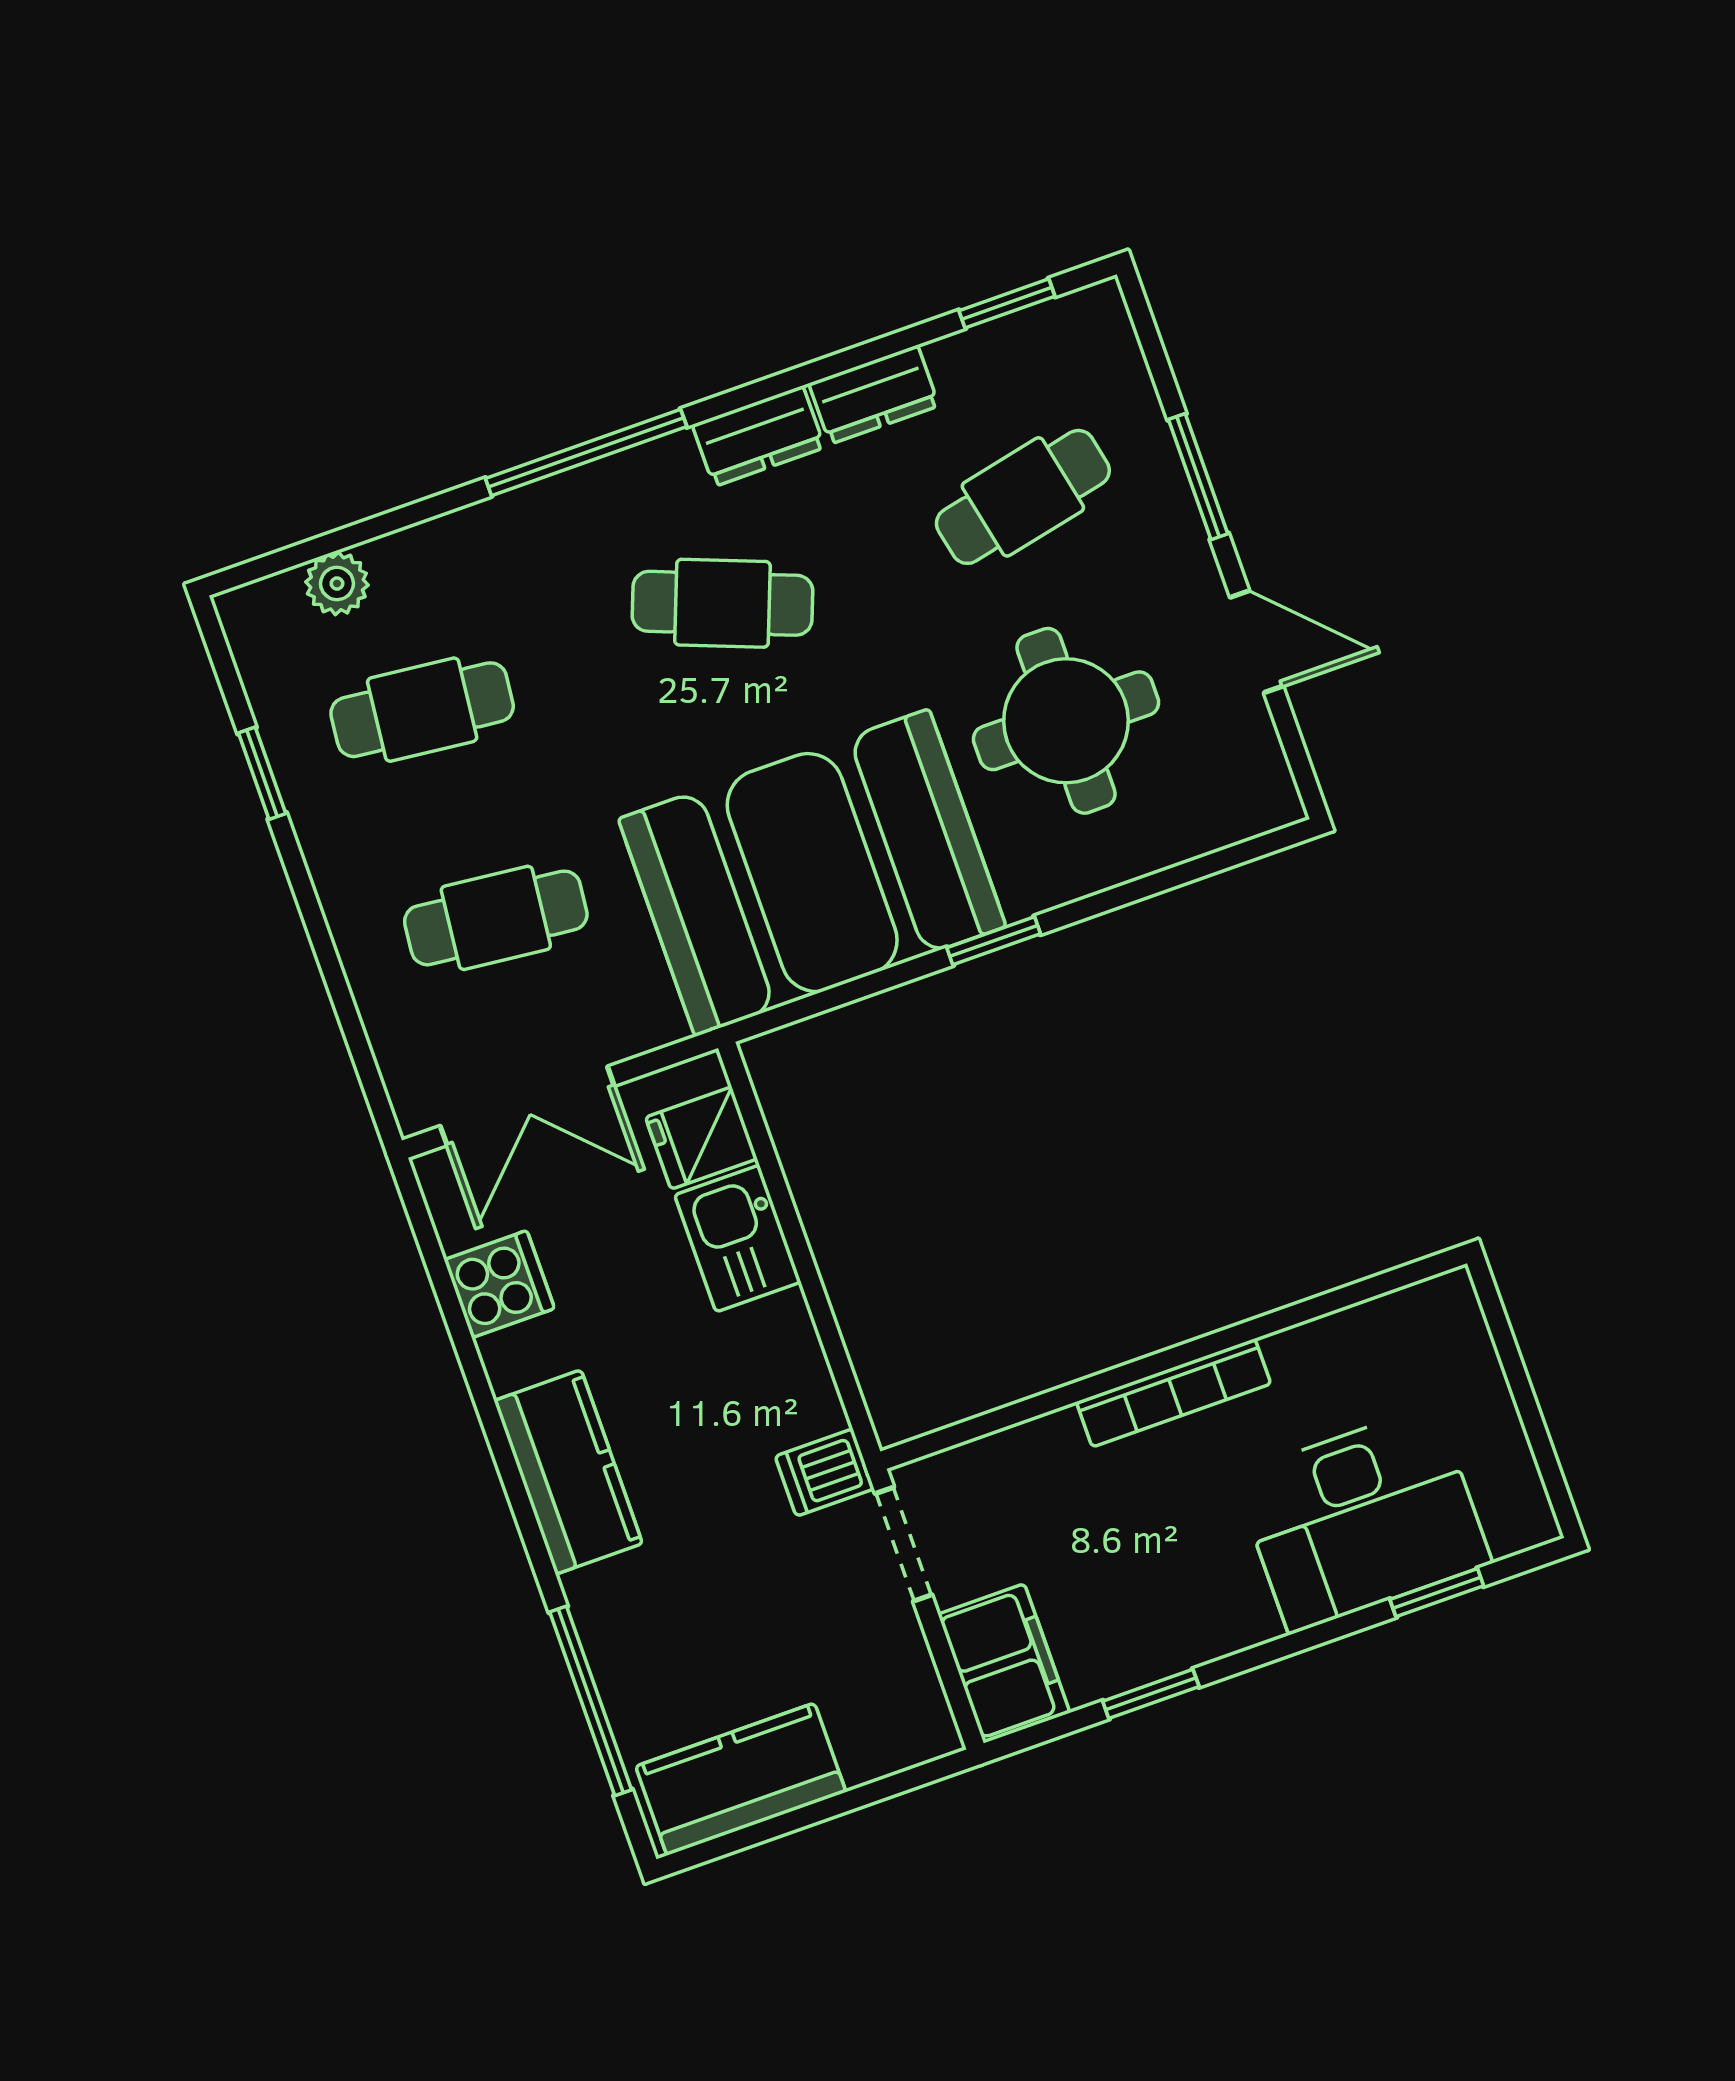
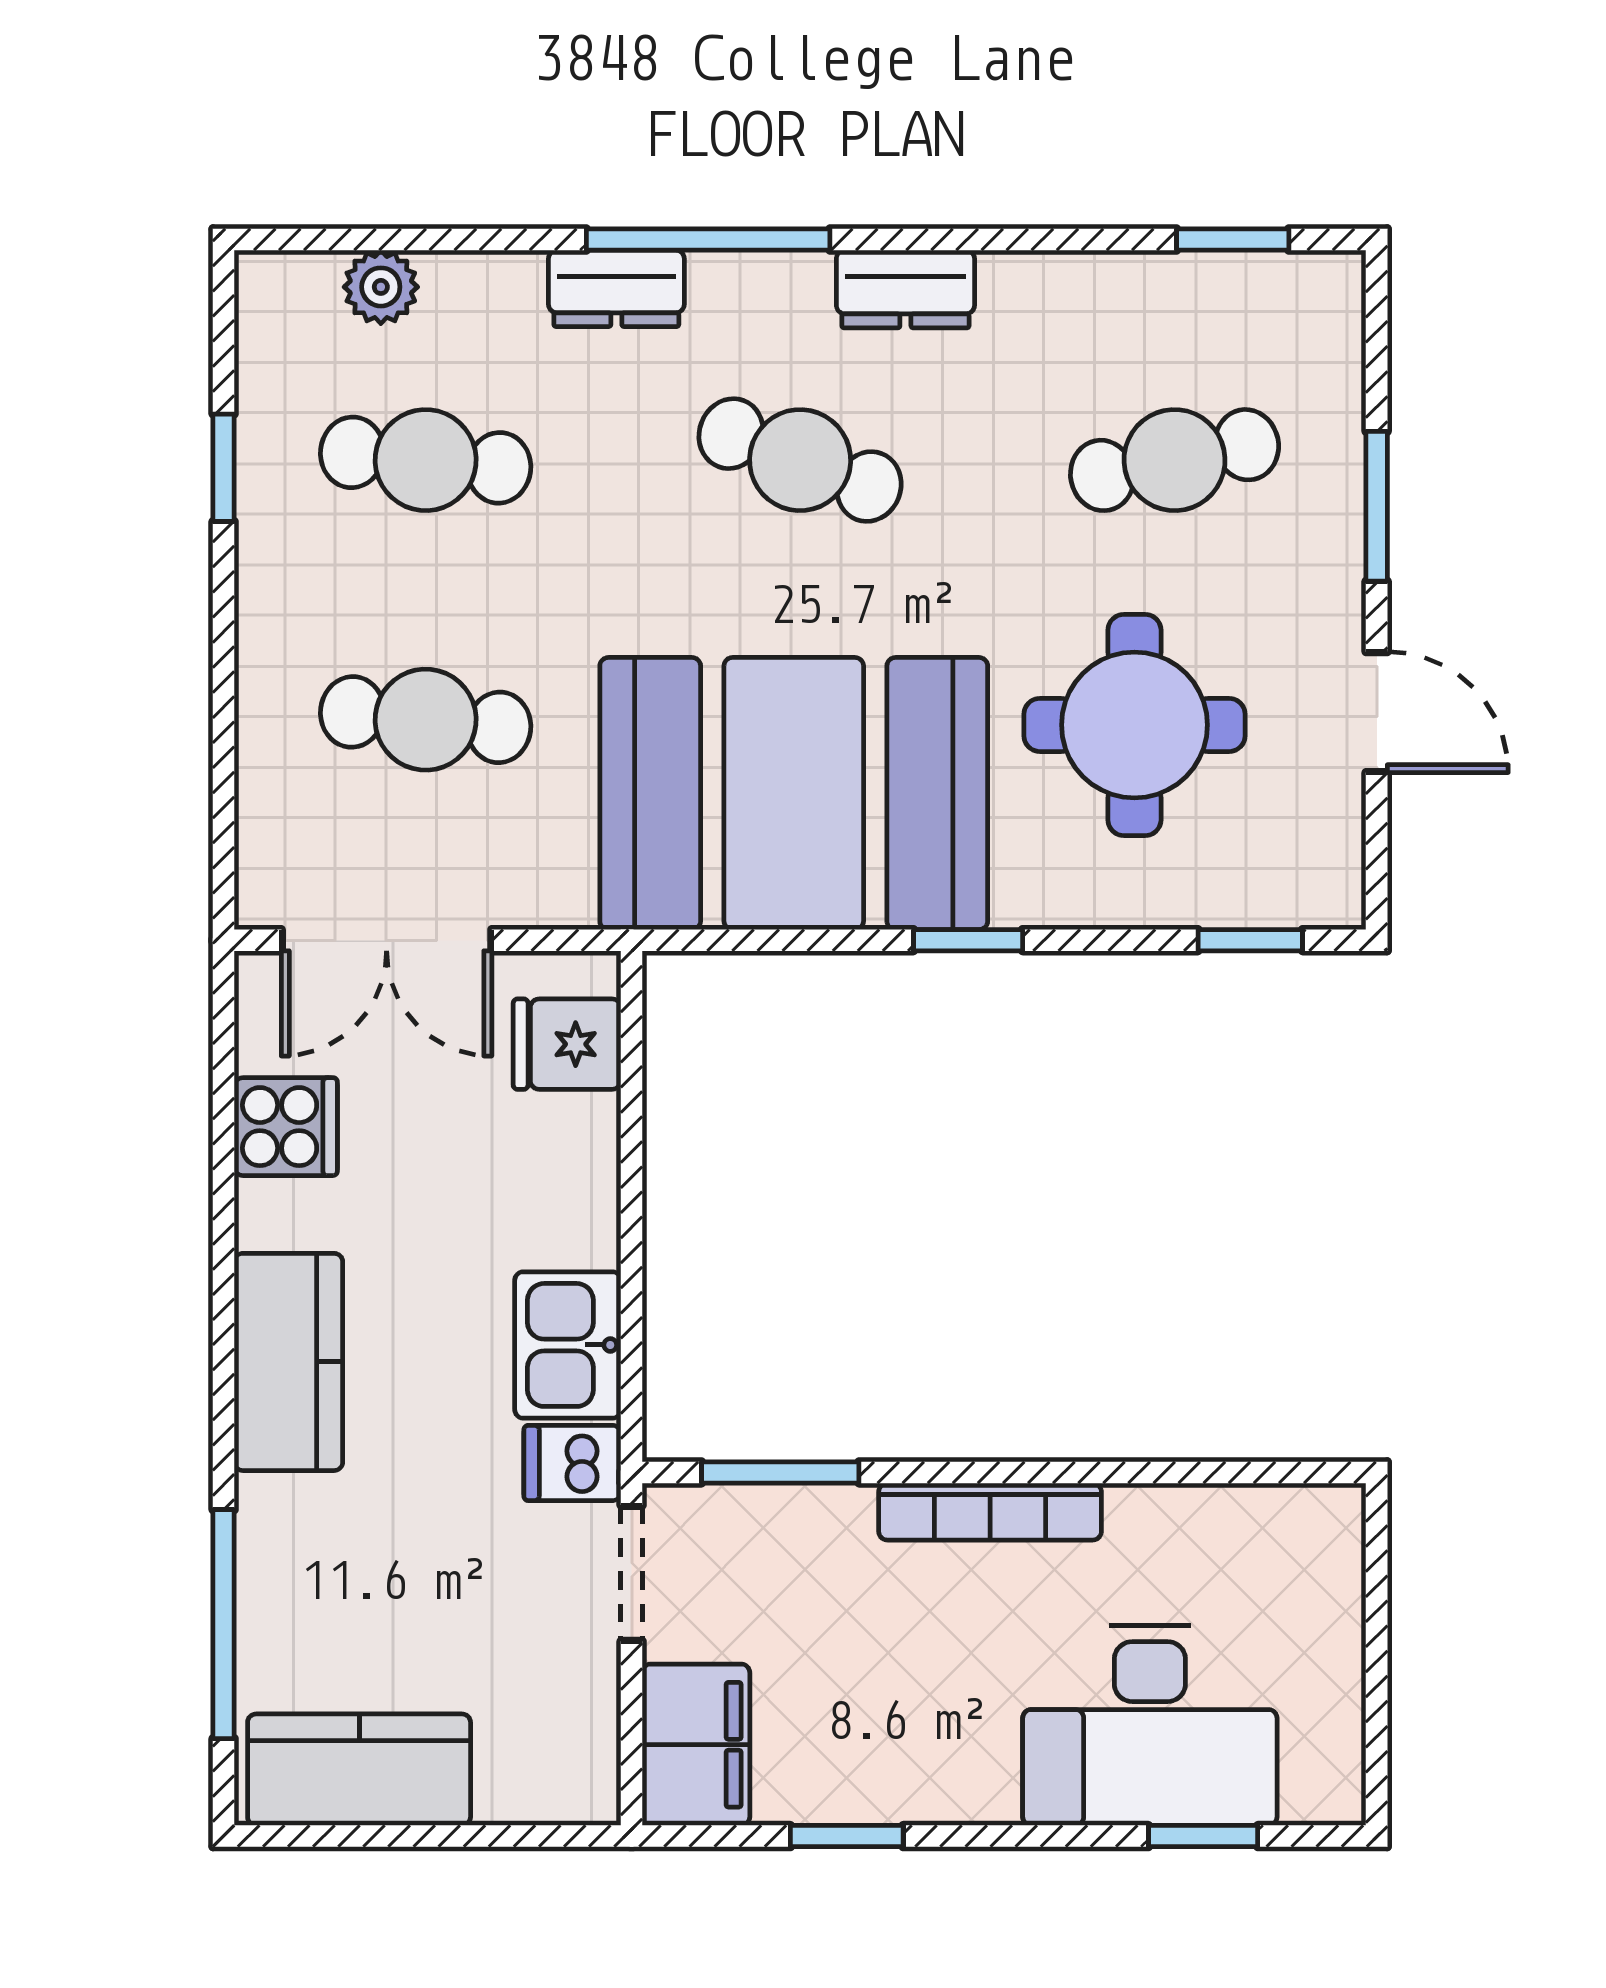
dresser: (874, 395) -> (616, 288), moved
window: (1220, 861) -> (1250, 940), added
kitchen sink: (738, 1238) -> (568, 1345), moved
window: (994, 1421) -> (780, 1472), added

